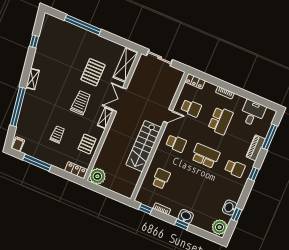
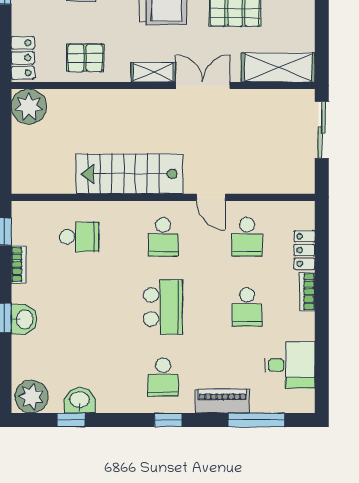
locker: (195, 81) -> (304, 250), moved
school desk: (220, 121) -> (247, 307), width x0.54

